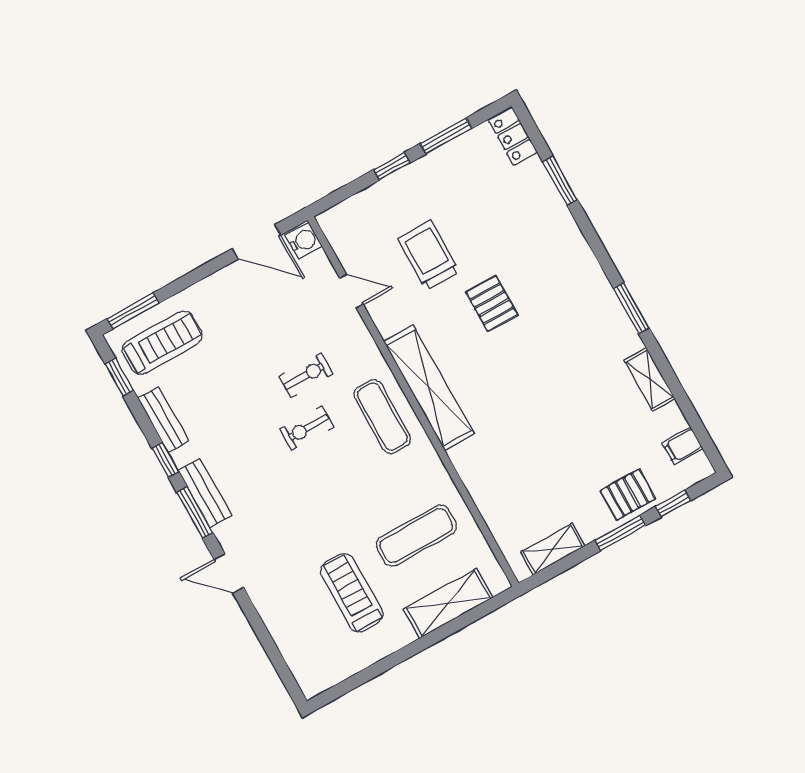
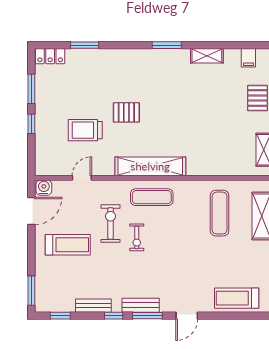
treadmill: (162, 343) -> (68, 245), moved, turned 90
exercise bike: (306, 375) -> (111, 223), width x1.38, depth x1.39
treadmill: (352, 593) -> (237, 298), moved

